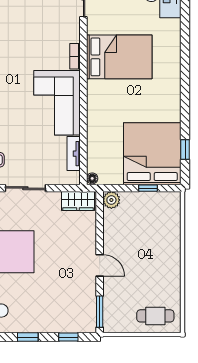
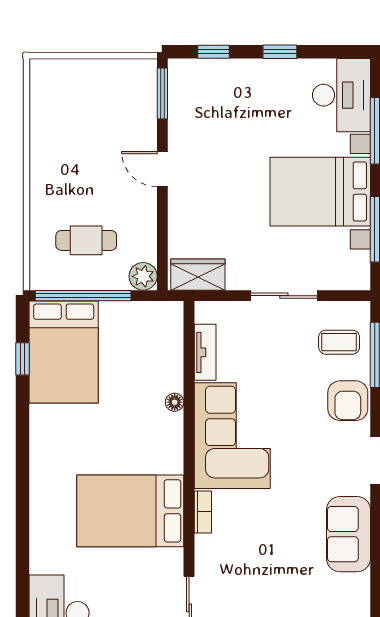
bed: (152, 154) -> (64, 352), width x0.73
floor lamp: (92, 178) -> (175, 402), moved
window: (148, 188) -> (83, 296), width x3.17
cafe table: (155, 316) -> (86, 240), moved

